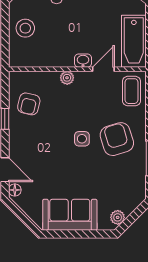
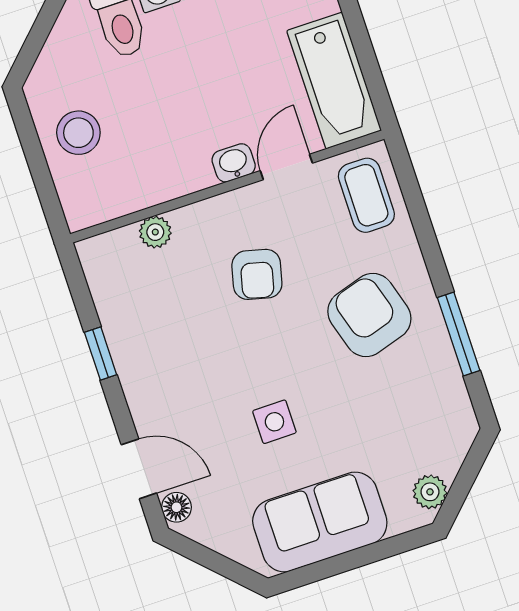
plant: (67, 78) -> (155, 232), moved
armchair: (29, 104) -> (257, 274), moved
side table: (82, 139) -> (274, 422), moved

